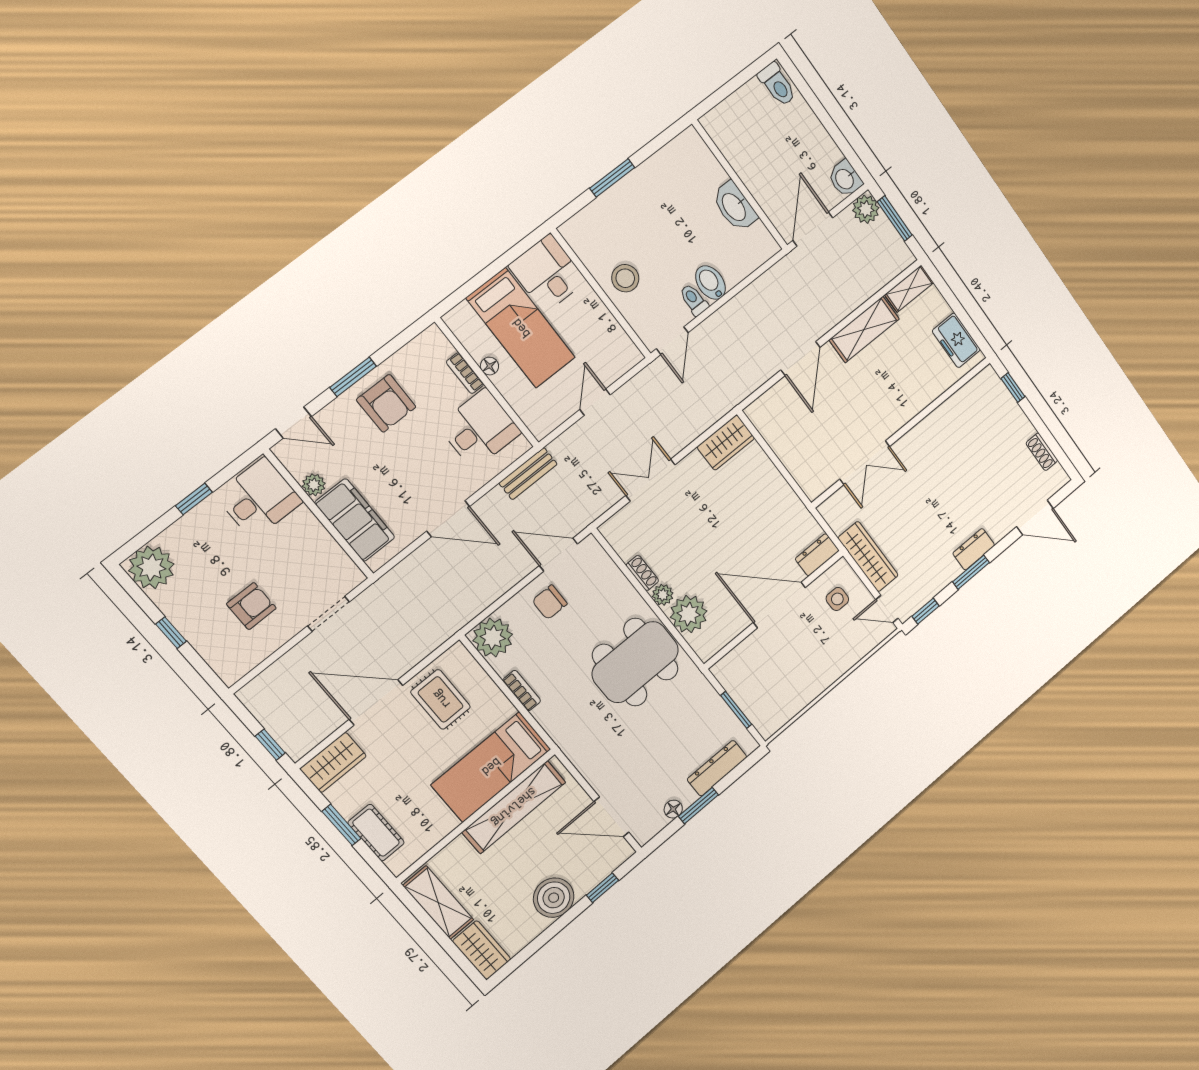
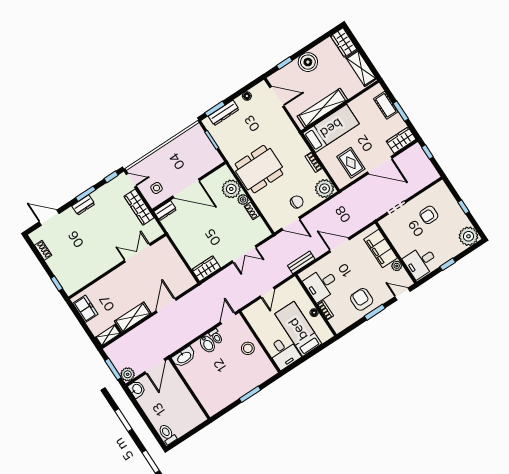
washbasin: (735, 207) -> (184, 357), moved, turned 90
window: (698, 806) -> (215, 109), moved

